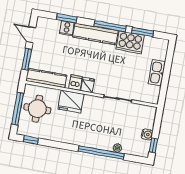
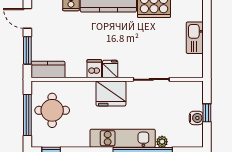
kitchen counter: (46, 78) -> (48, 70), width x0.67
fridge: (71, 101) -> (111, 94), moved
kitchen unit: (88, 140) -> (123, 138), added
window: (153, 145) -> (207, 113), moved

